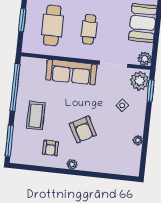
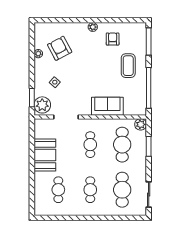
plant: (145, 59) -> (141, 124), moved
sofa: (71, 72) -> (107, 106), width x0.73
armchair: (83, 129) -> (60, 48), moved

